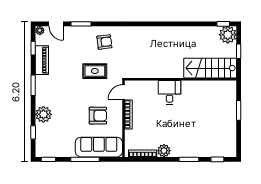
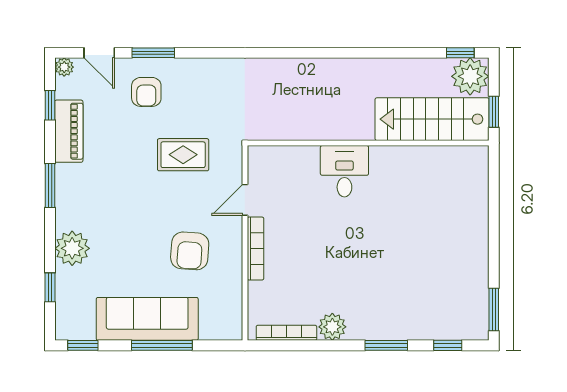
armchair: (104, 42) -> (146, 92), moved, turned 97
stairs: (210, 68) -> (432, 119), moved
wall: (181, 79) -> (368, 143), moved
desk: (170, 92) -> (344, 171), moved
window: (239, 110) -> (494, 309), moved
armchair: (98, 116) -> (190, 251), turned 94
sofa: (99, 147) -> (147, 319), moved

